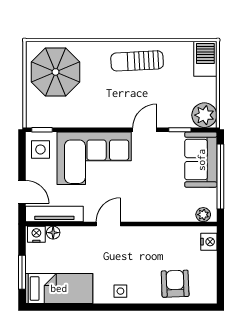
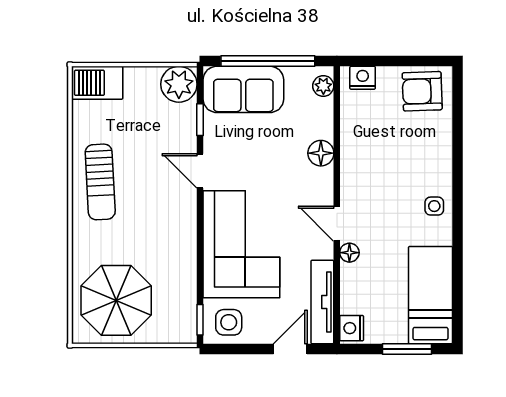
floor lamp: (157, 213) -> (321, 153), added
floor lamp: (53, 233) -> (349, 253), moved
armchair: (175, 284) -> (422, 91), moved

